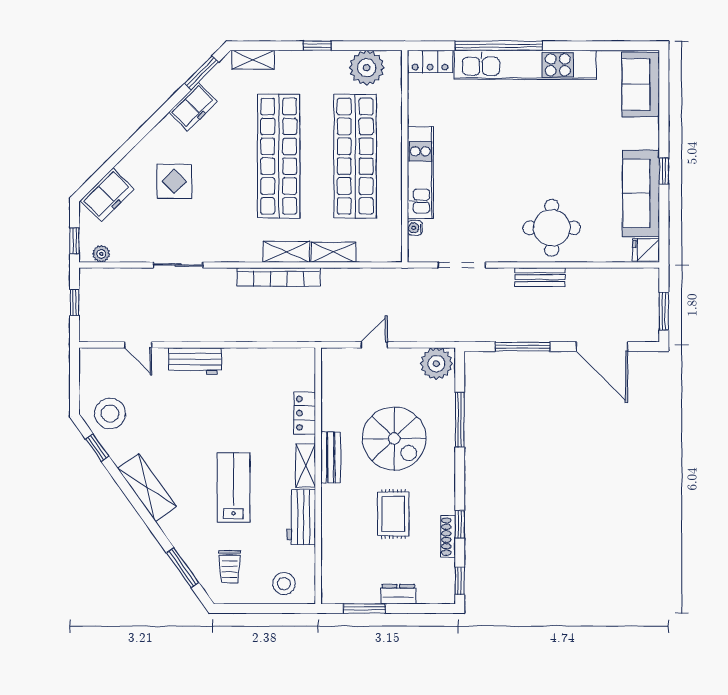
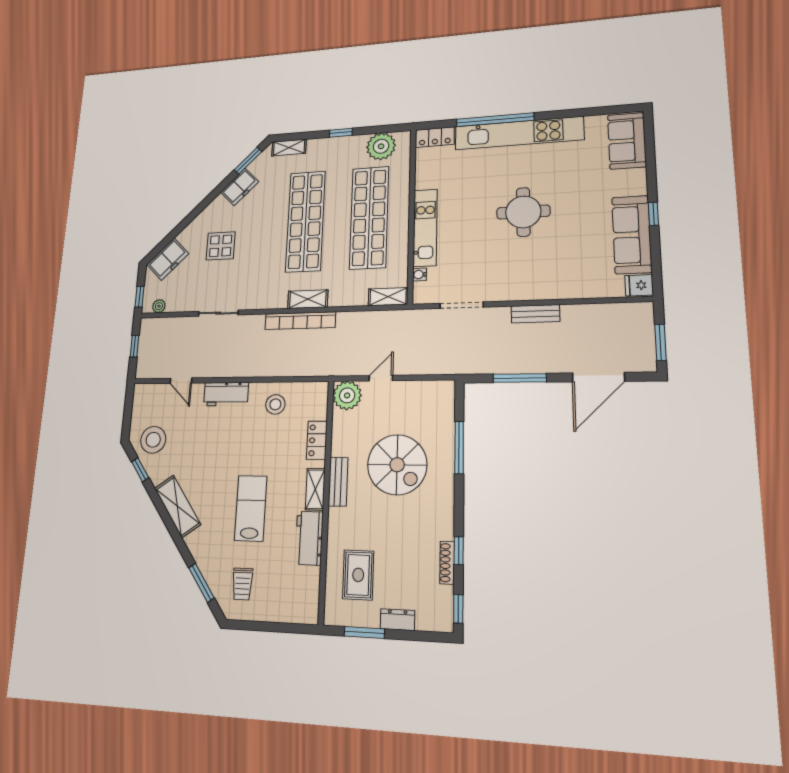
round table: (552, 228) -> (523, 212), moved
shelving: (334, 252) -> (388, 297), moved
door: (602, 347) -> (598, 377), hinge flipped
plant: (436, 364) -> (347, 395), moved
rug: (393, 514) -> (358, 575), moved
stool: (284, 584) -> (275, 404), moved

